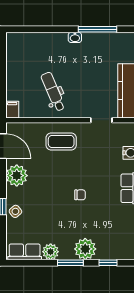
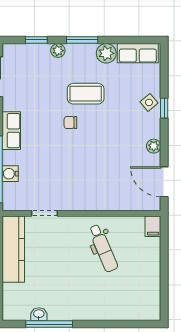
washbasin: (75, 37) -> (39, 314), moved
coffee table: (61, 141) -> (86, 94), moved
plant: (17, 176) -> (154, 146), width x0.53, depth x0.53
plant: (85, 249) -> (58, 51), width x0.53, depth x0.53

